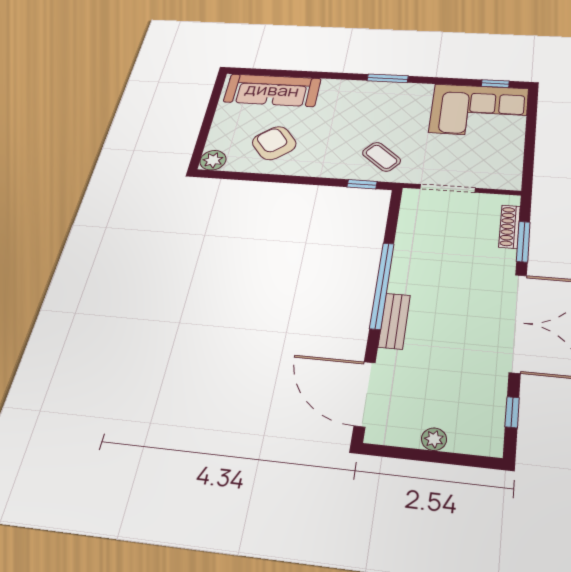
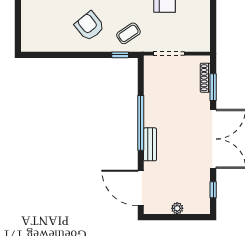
armchair: (274, 143) -> (89, 26), moved
coffee table: (381, 157) -> (128, 33), turned -74
plant: (213, 160) -> (29, 44), removed

